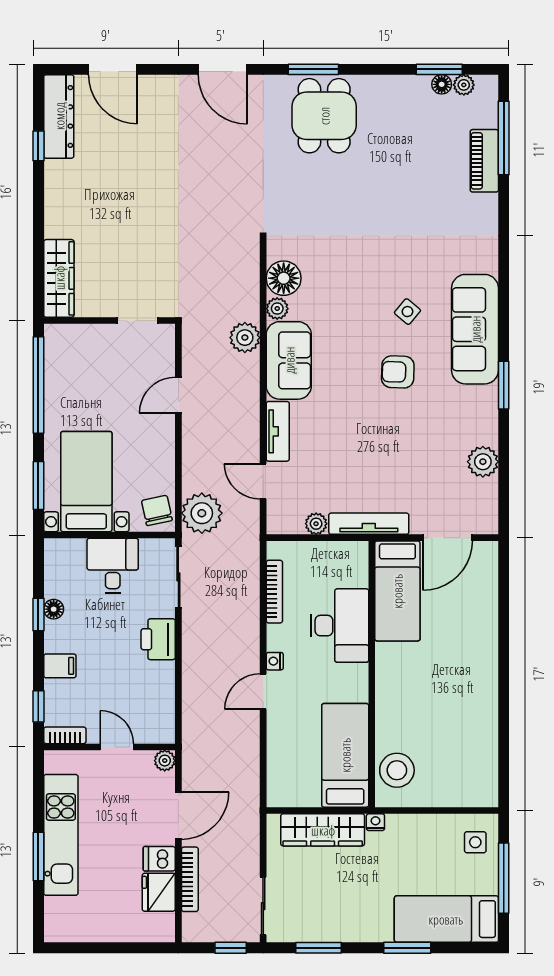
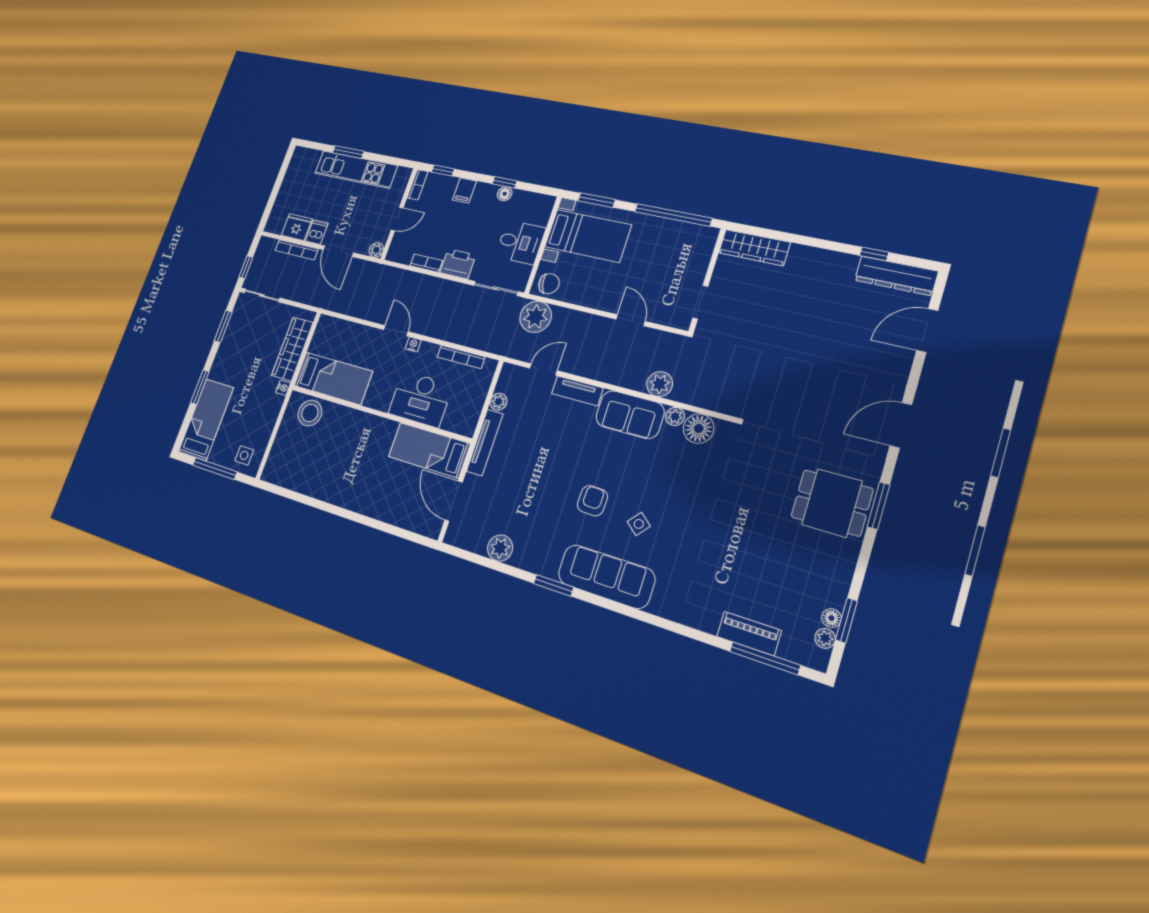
bookcase: (167, 683) -> (426, 263), added

